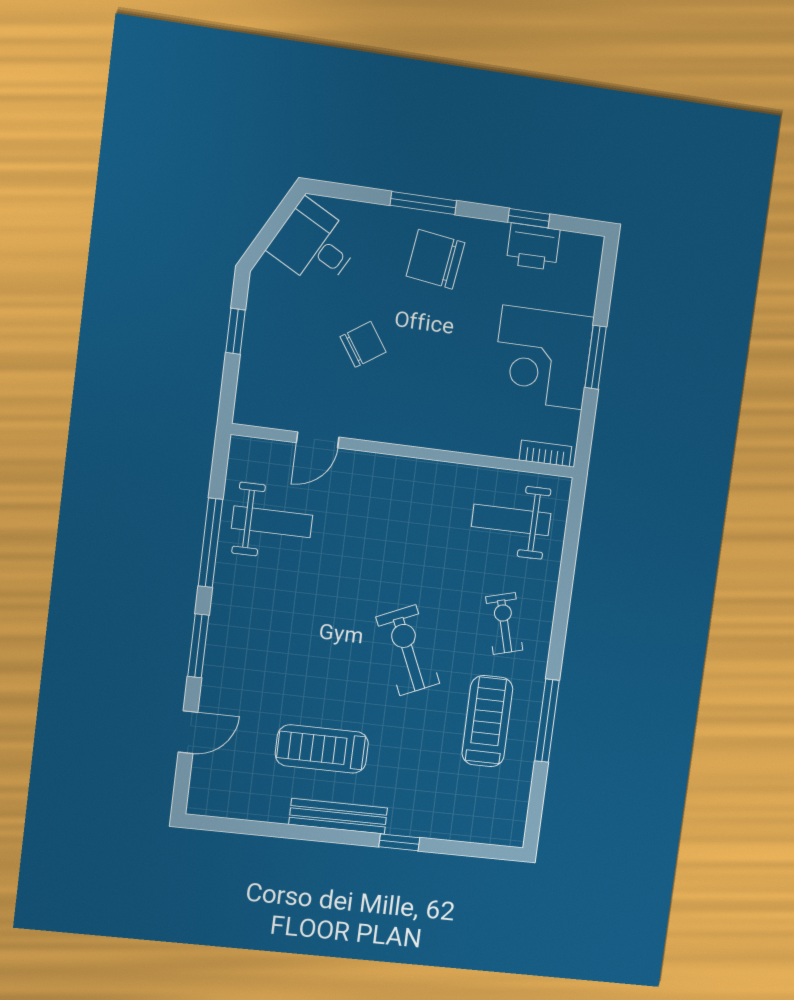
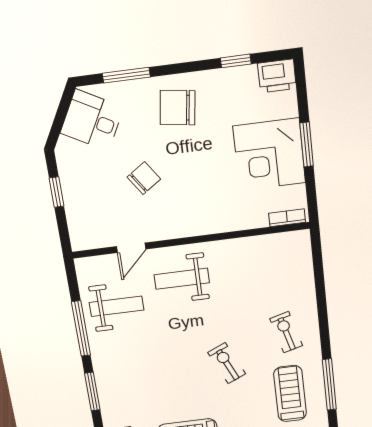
window: (423, 203) -> (126, 75), moved
printer: (533, 247) -> (277, 76), moved
weight bench: (511, 520) -> (182, 279), moved
exercise bike: (408, 650) -> (227, 363), width x0.73, depth x0.72

